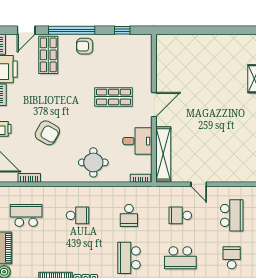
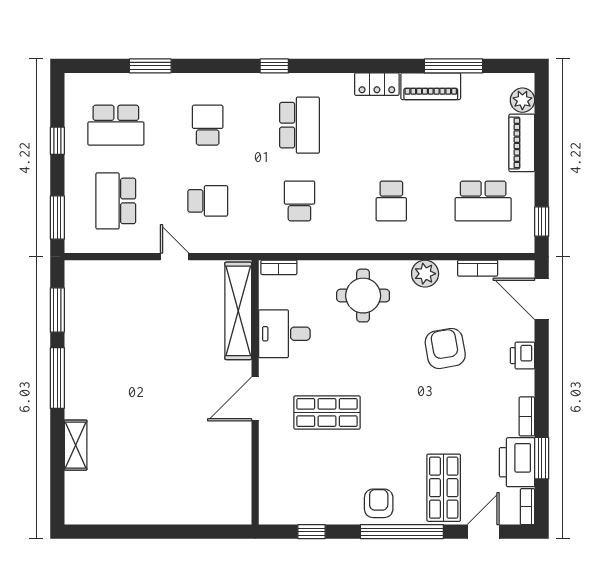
armchair: (85, 46) -> (379, 503), turned -90
armchair: (47, 133) -> (445, 348), turned 51
plant: (59, 175) -> (425, 274), added
school desk: (78, 215) -> (391, 201), turned -90
school desk: (180, 258) -> (208, 125), width x0.54
school desk: (232, 258) -> (116, 125), width x1.85

